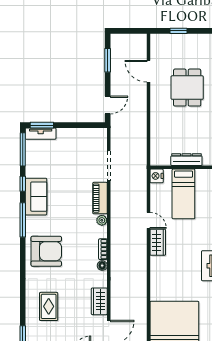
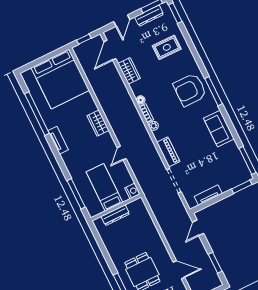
tv unit: (41, 134) -> (208, 195), moved
window: (23, 184) -> (234, 134), removed
window: (23, 220) -> (214, 91), moved
plant: (102, 220) -> (154, 126), moved
door: (148, 220) -> (122, 153), hinge flipped
wardrobe: (158, 242) -> (98, 123), moved
rug: (49, 306) -> (167, 47), turned 90

